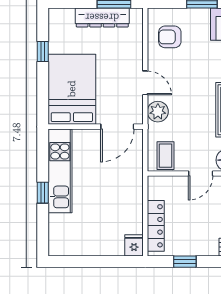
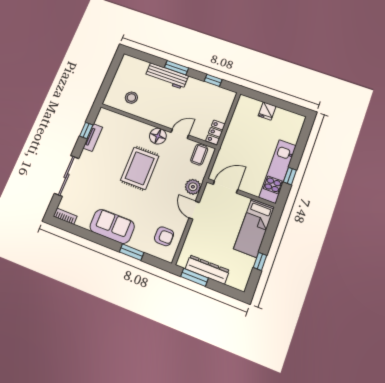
bed: (72, 89) -> (254, 228), width x0.67
window: (43, 193) -> (290, 176), moved
locker: (156, 226) -> (215, 132), moved, width x0.66
fridge: (134, 245) -> (267, 111), moved

